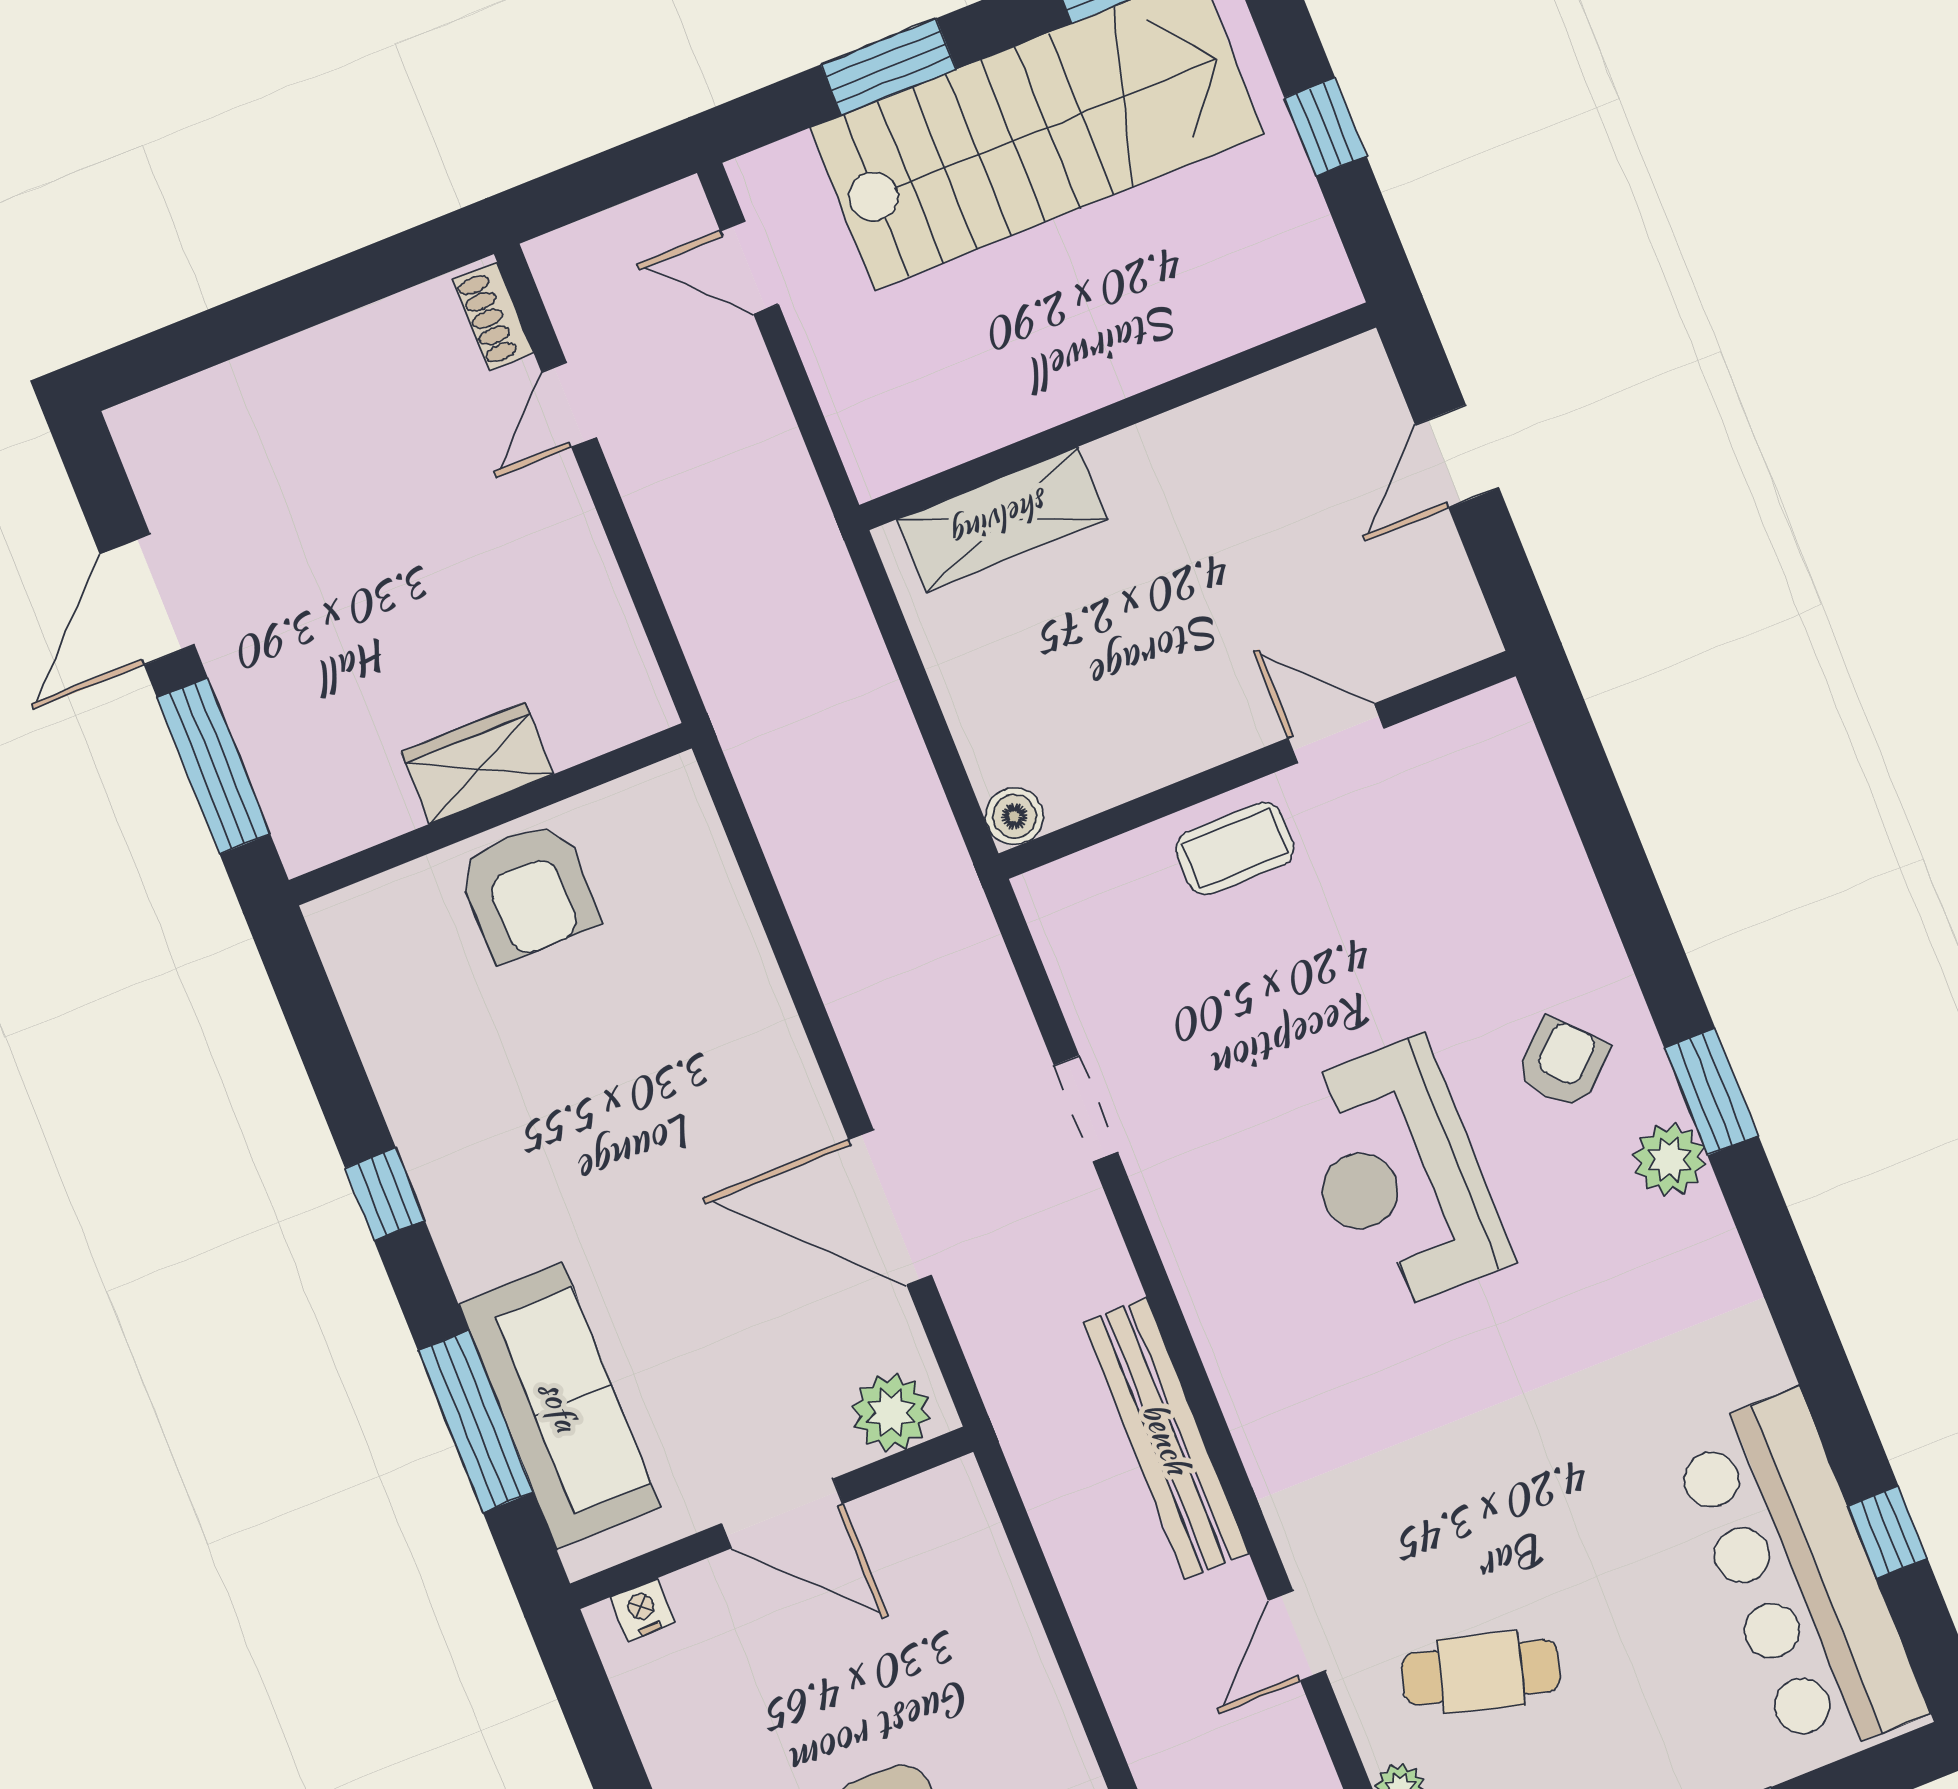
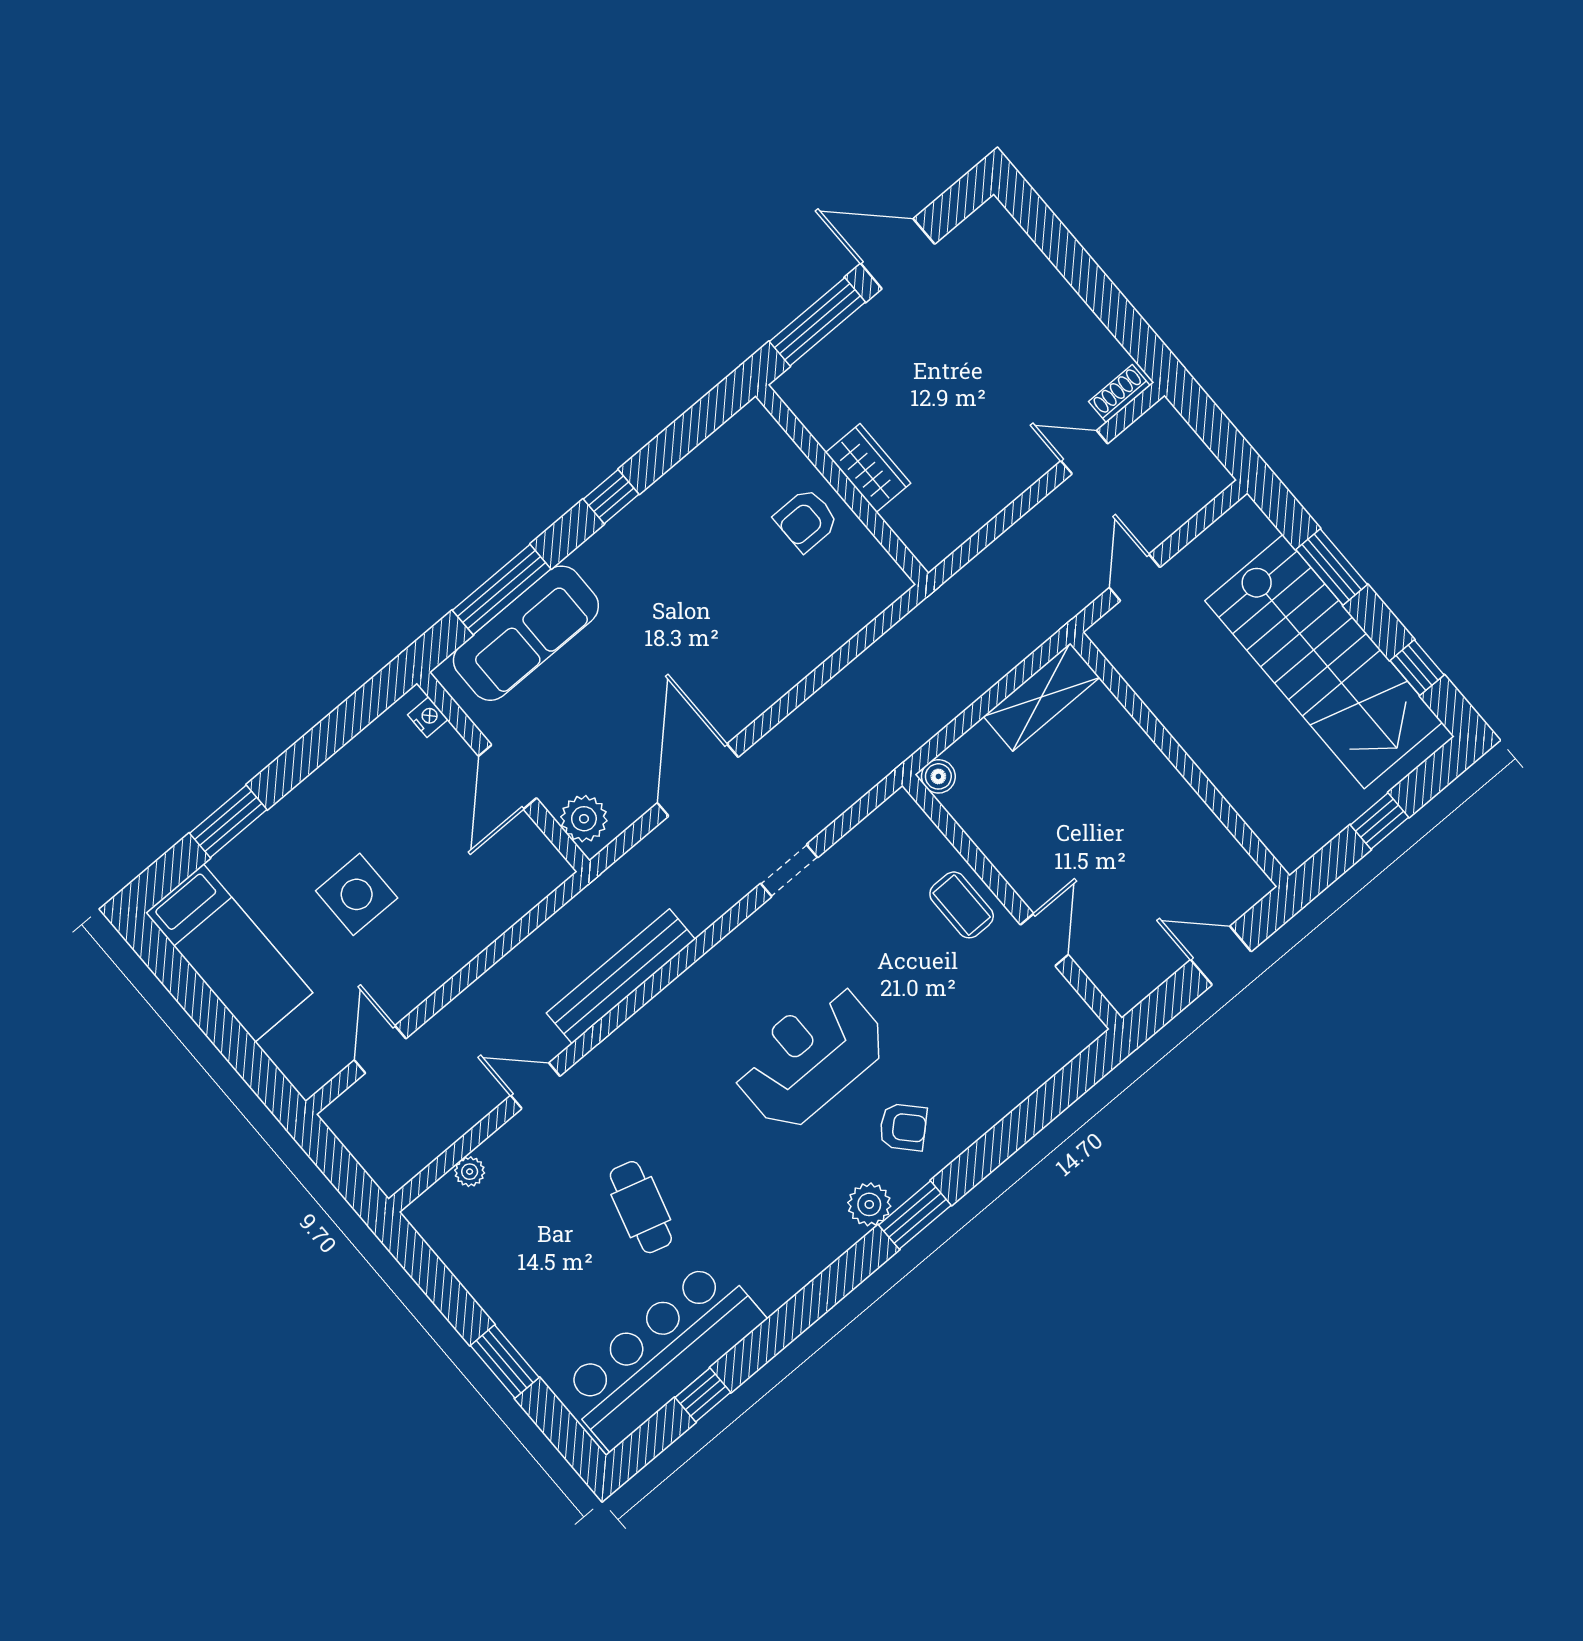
door: (749, 267) -> (1135, 577), moved
shelving: (1002, 519) -> (1042, 697), moved, turned 90
armchair: (528, 891) -> (806, 520), width x0.72, depth x0.72
cafe table: (1481, 1672) -> (641, 1207), moved

